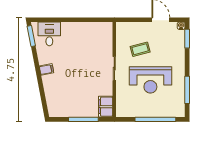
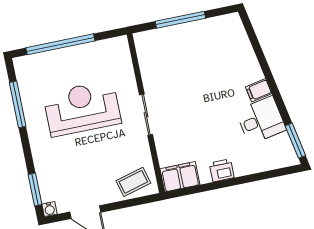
printer: (77, 28) -> (222, 170), added
desk: (49, 34) -> (261, 120), moved, turned -101
coffee table: (140, 49) -> (133, 182), moved
filing cabinet: (106, 107) -> (180, 177), moved, turned -90

